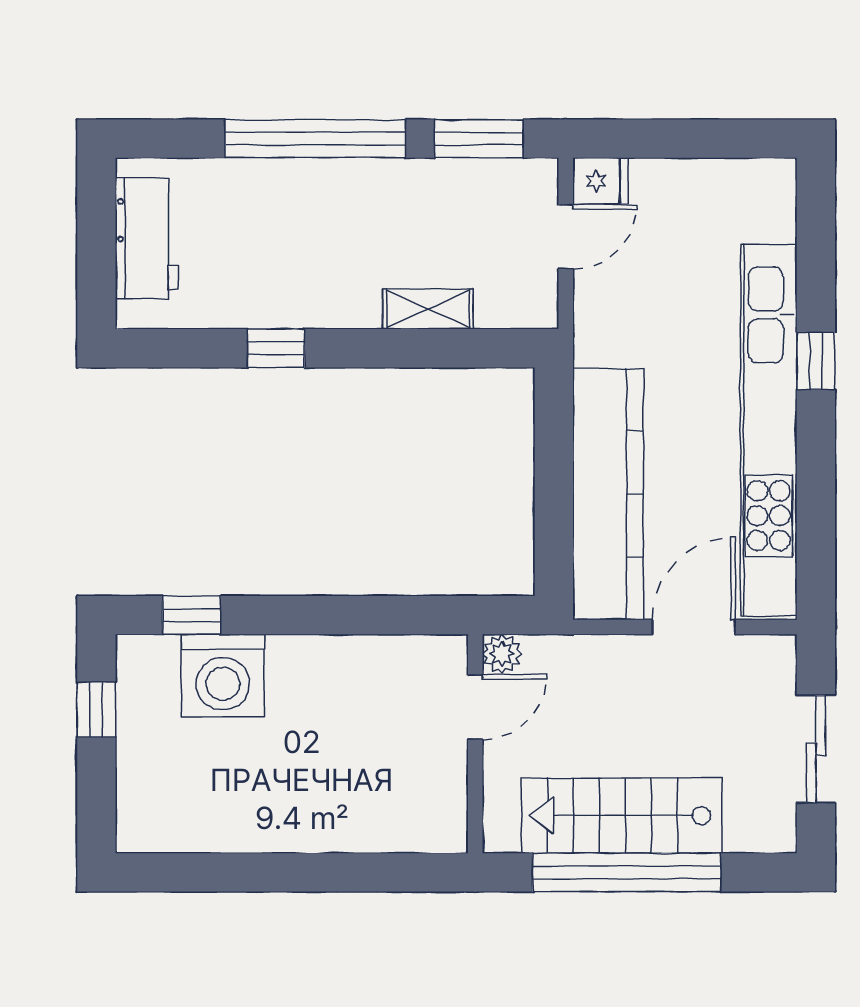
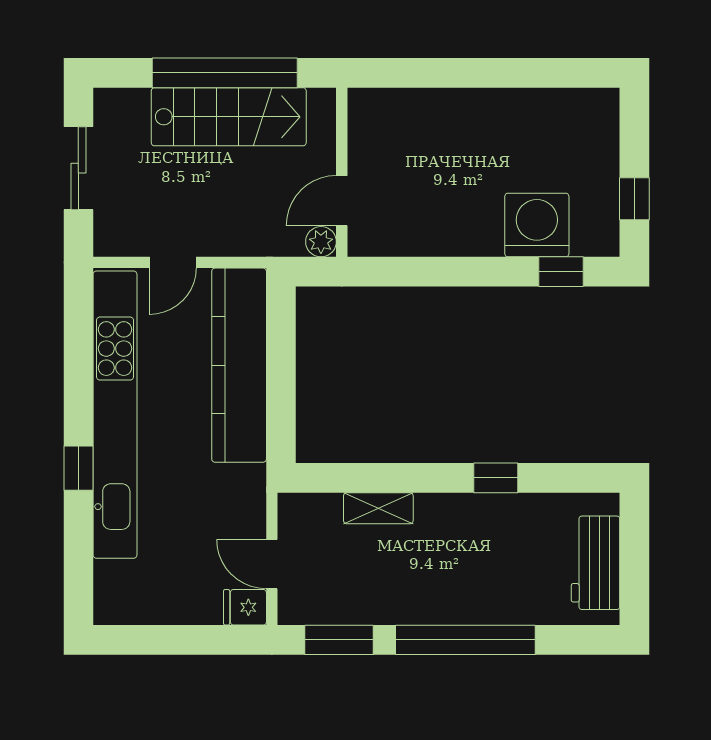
door: (566, 237) -> (272, 564), hinge flipped
door: (694, 627) -> (173, 262), width x0.73

